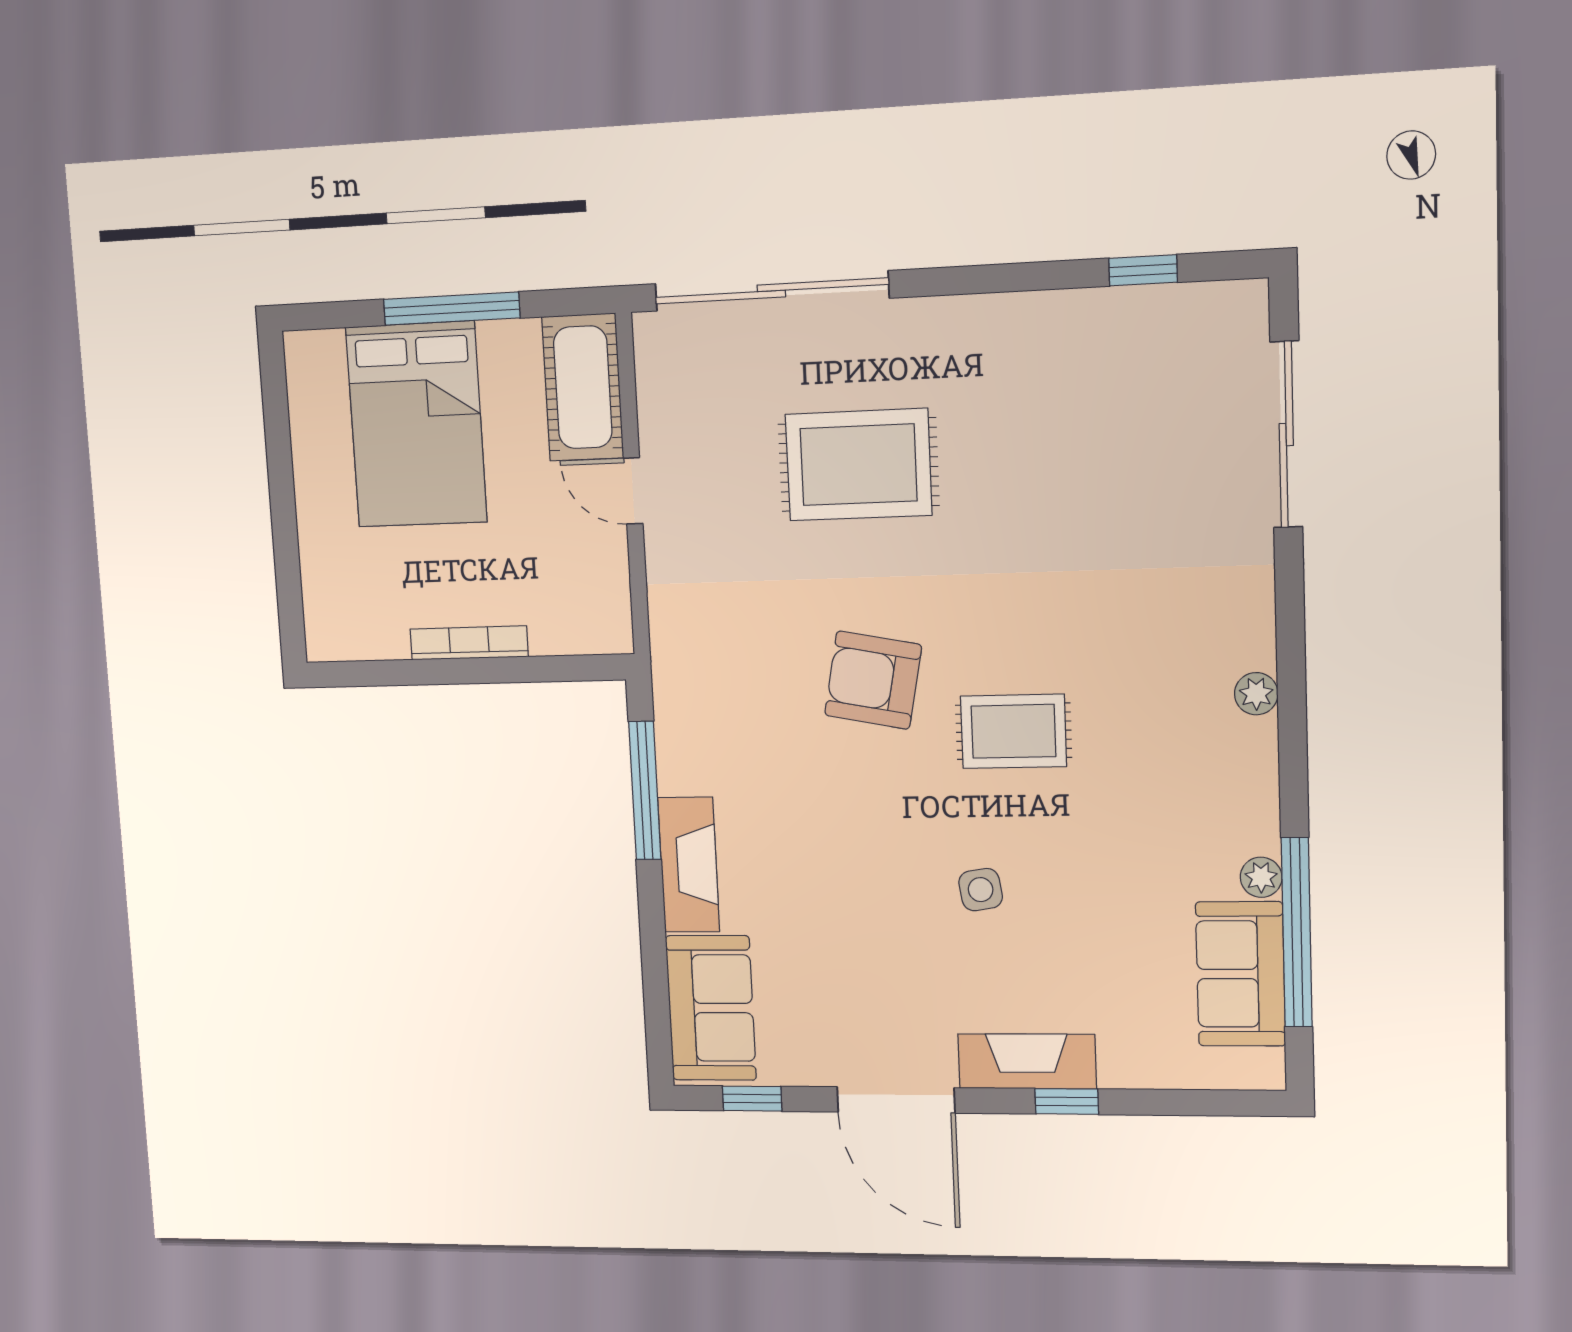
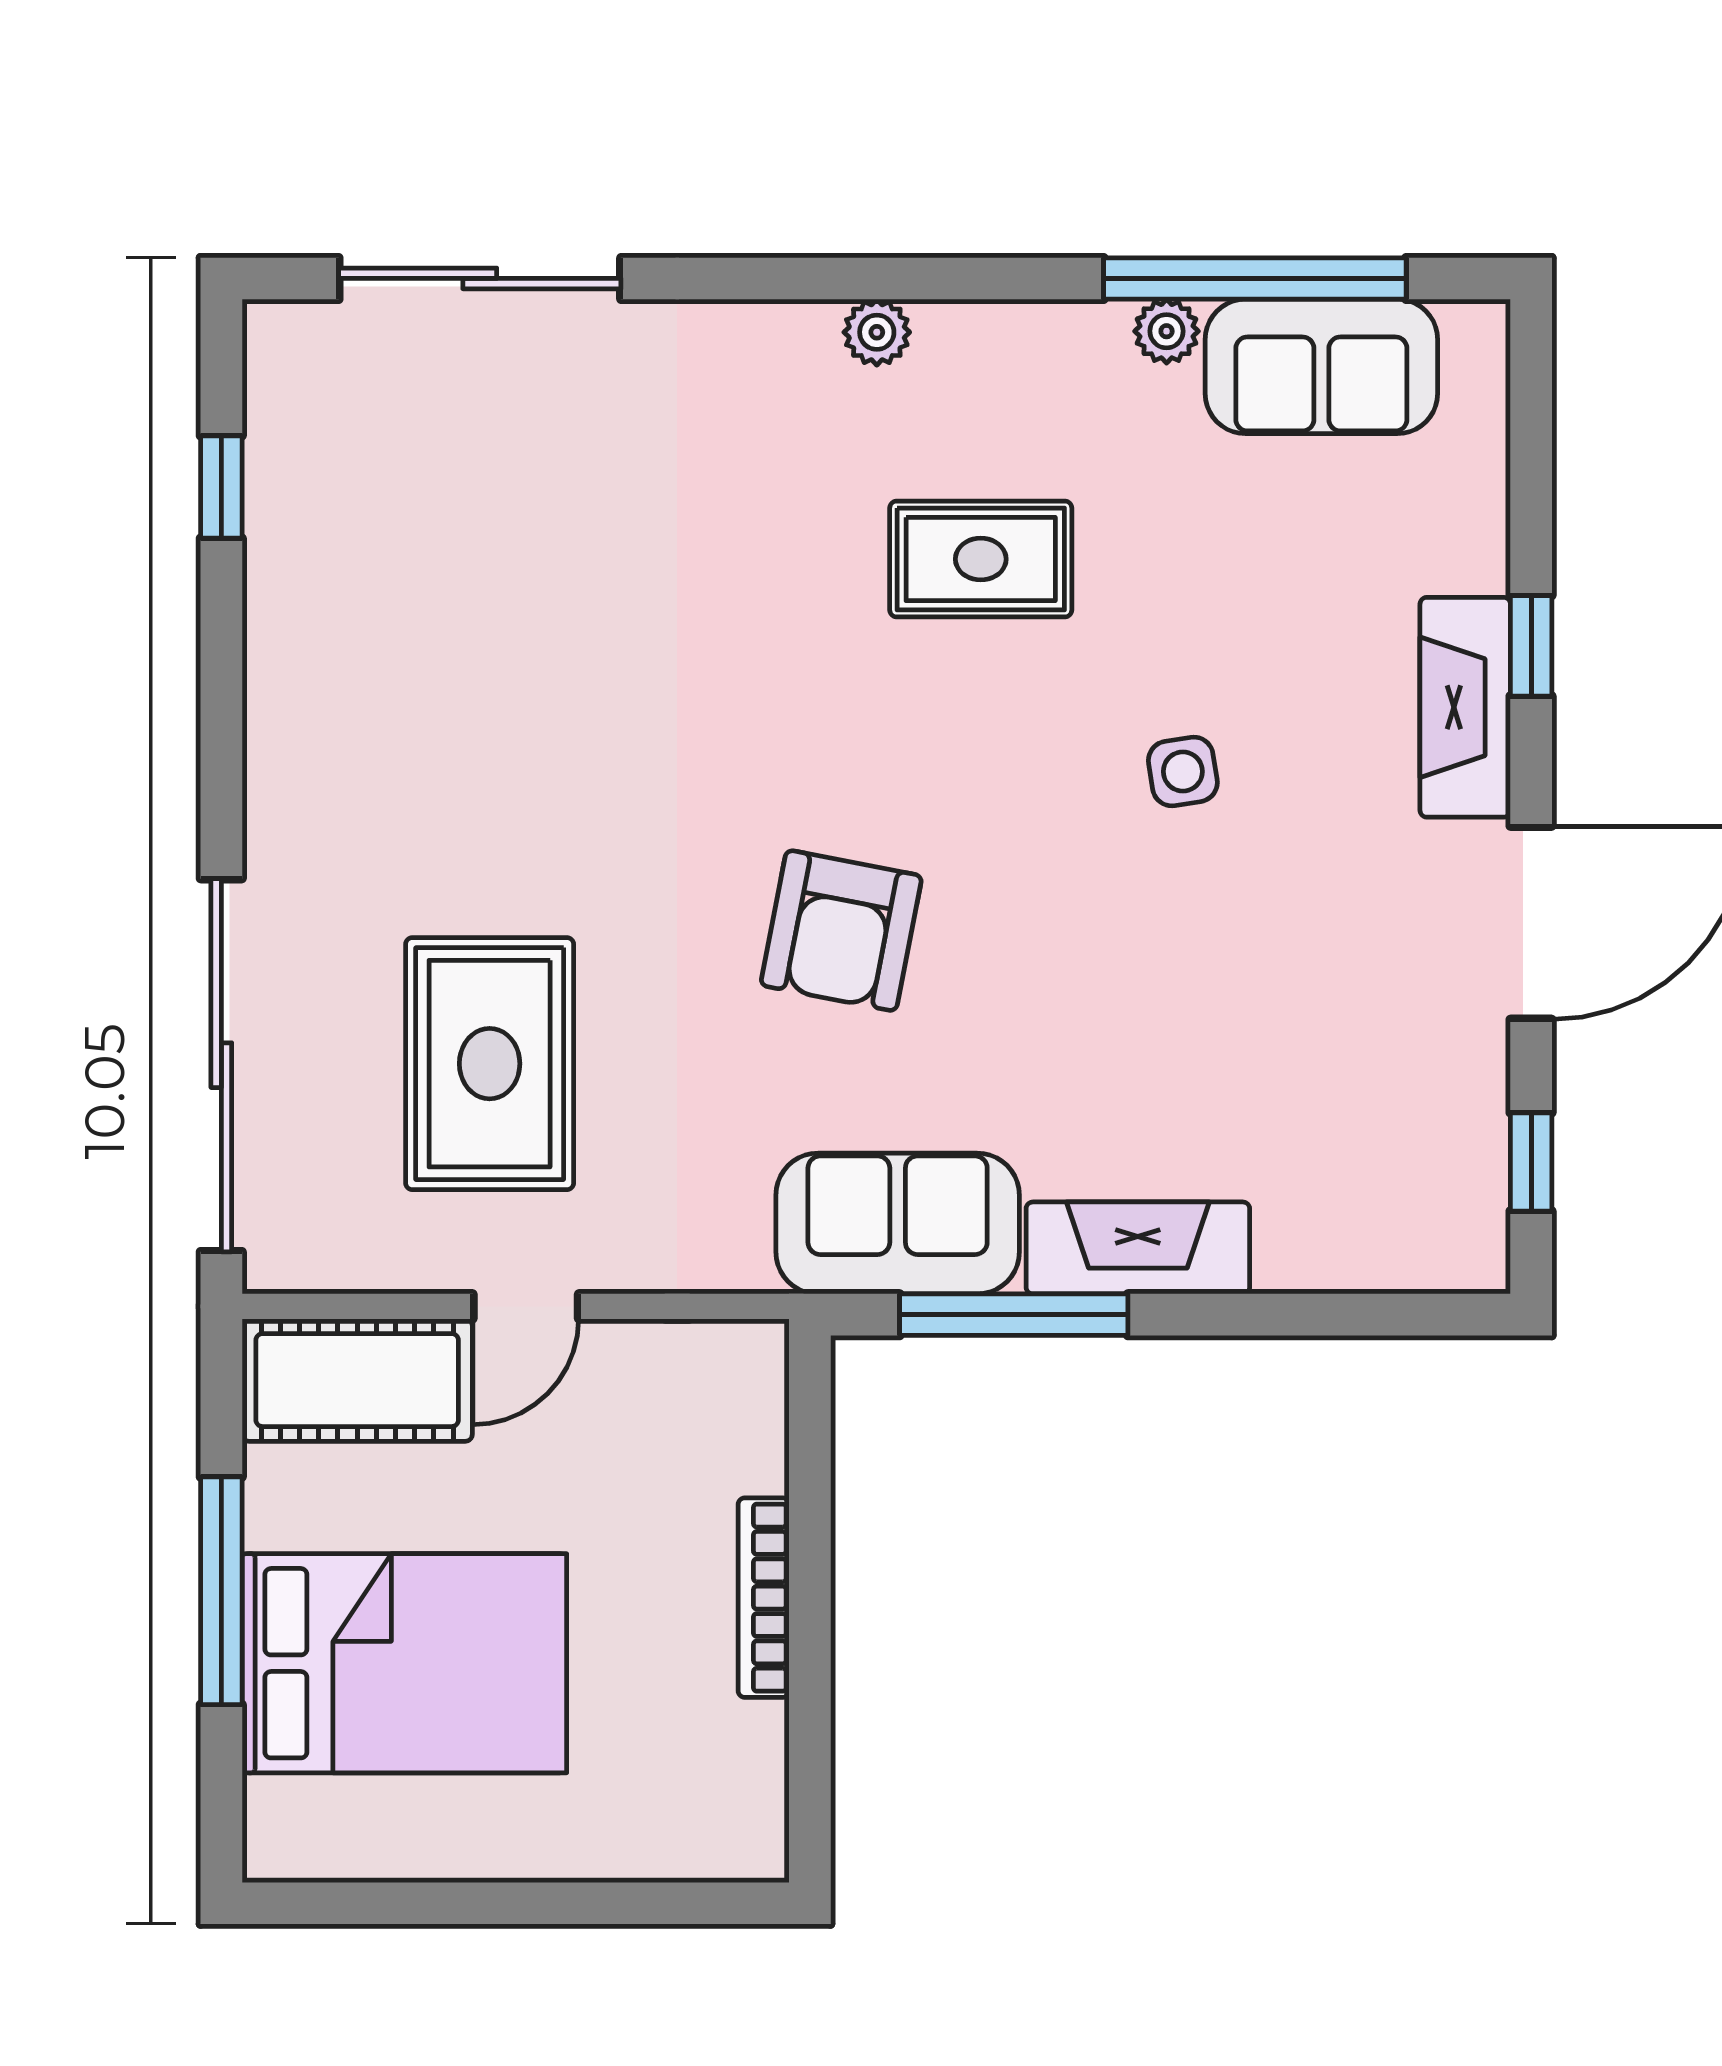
rug: (858, 465) -> (490, 1064), moved
rug: (1013, 731) -> (981, 559), moved, turned 90
sofa: (711, 1008) -> (898, 1224), moved

